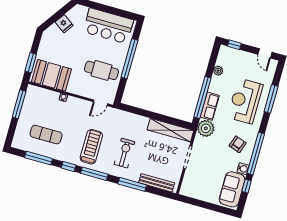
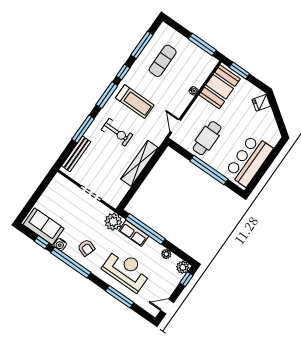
fridge: (64, 24) -> (261, 103), moved
plant: (225, 52) -> (183, 267), added
shelving: (170, 130) -> (140, 163), moved

